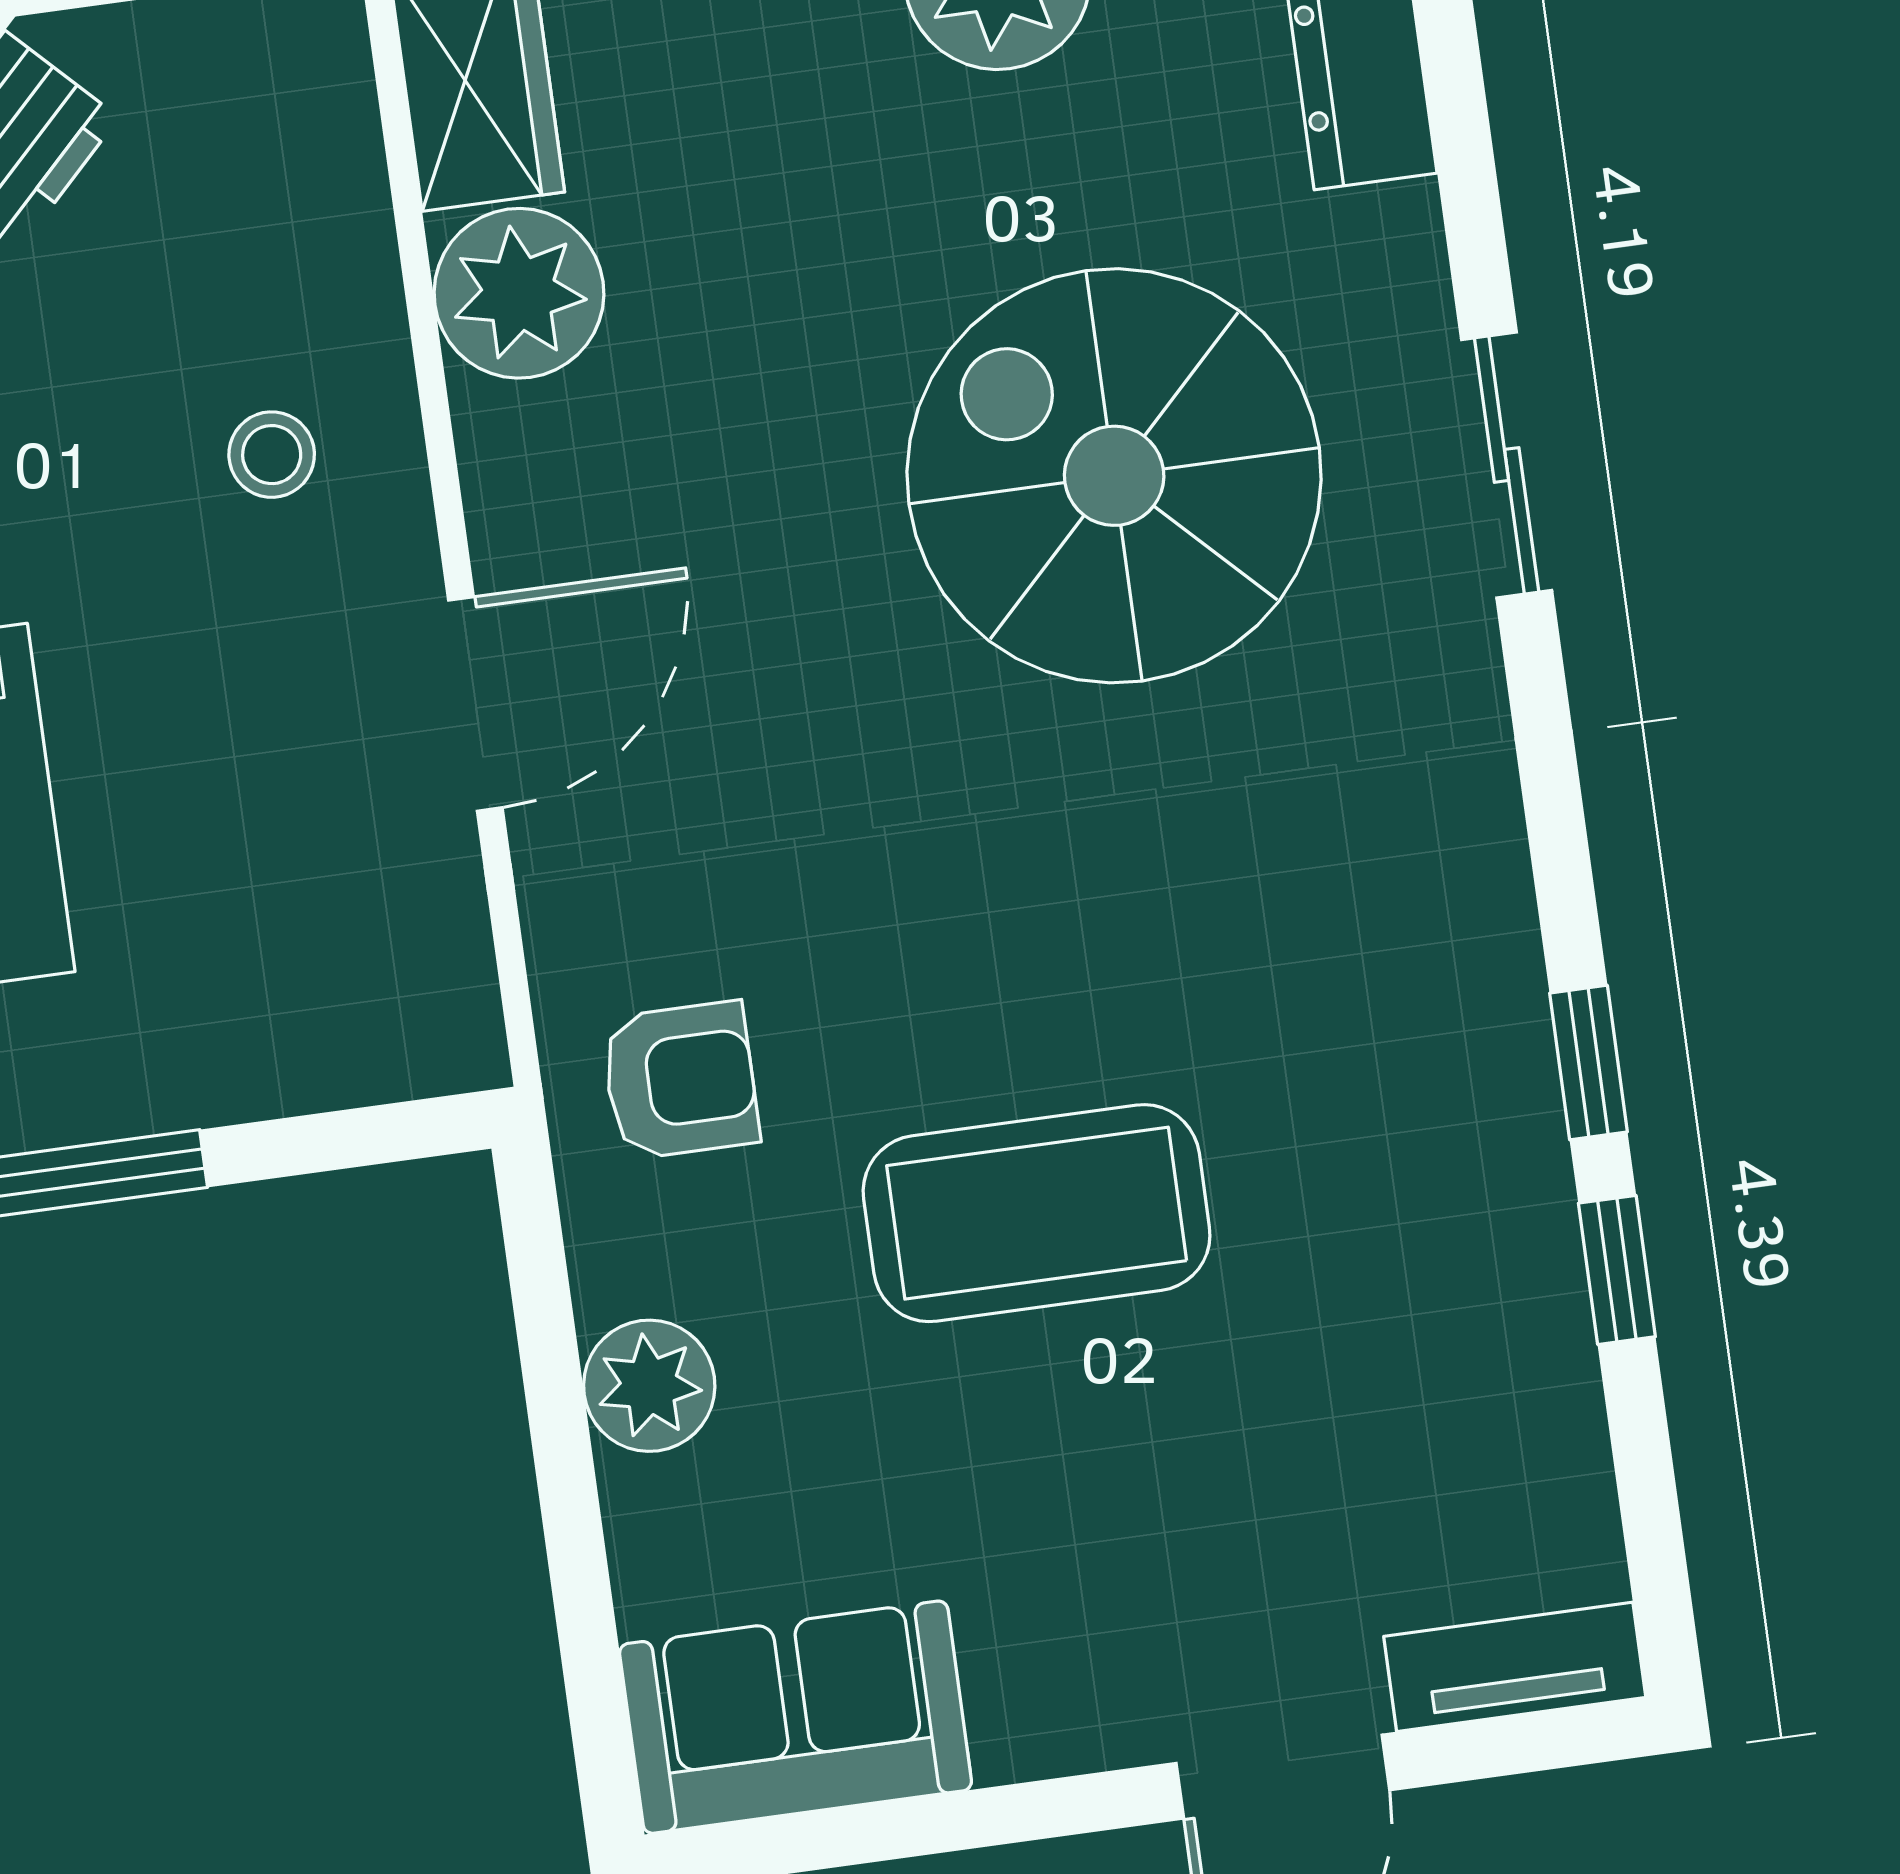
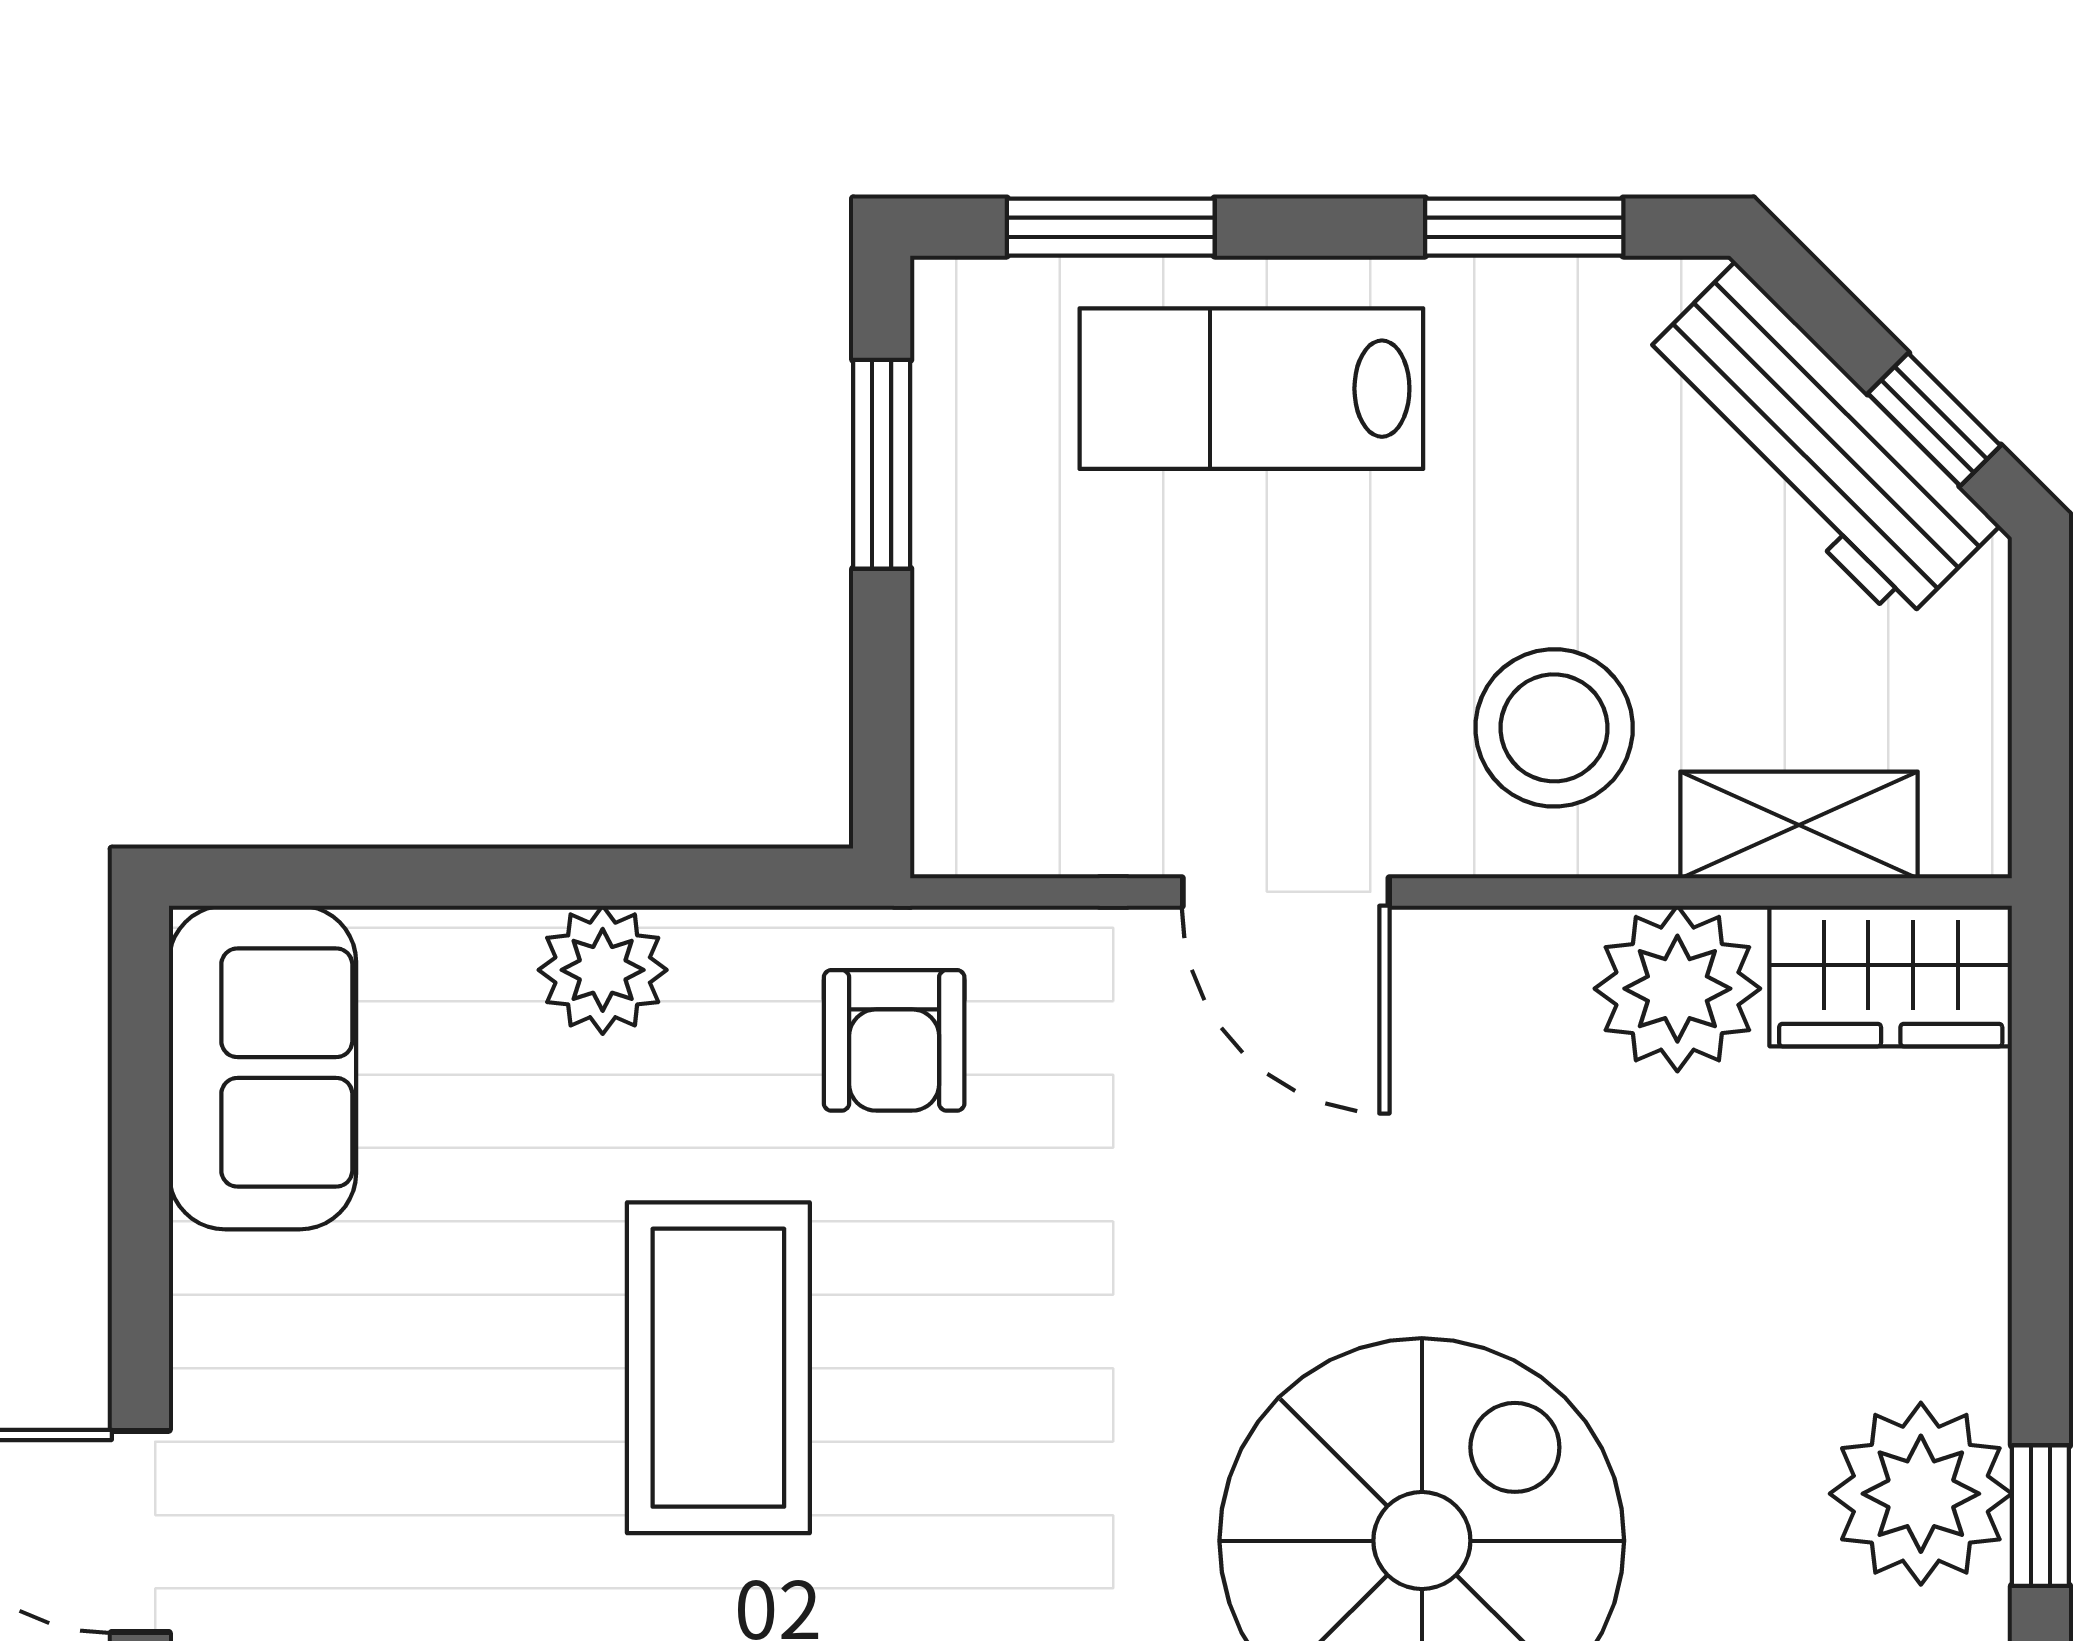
shelving: (336, 193) -> (1799, 825), added
stool: (272, 455) -> (1554, 728), width x1.89, depth x1.89

